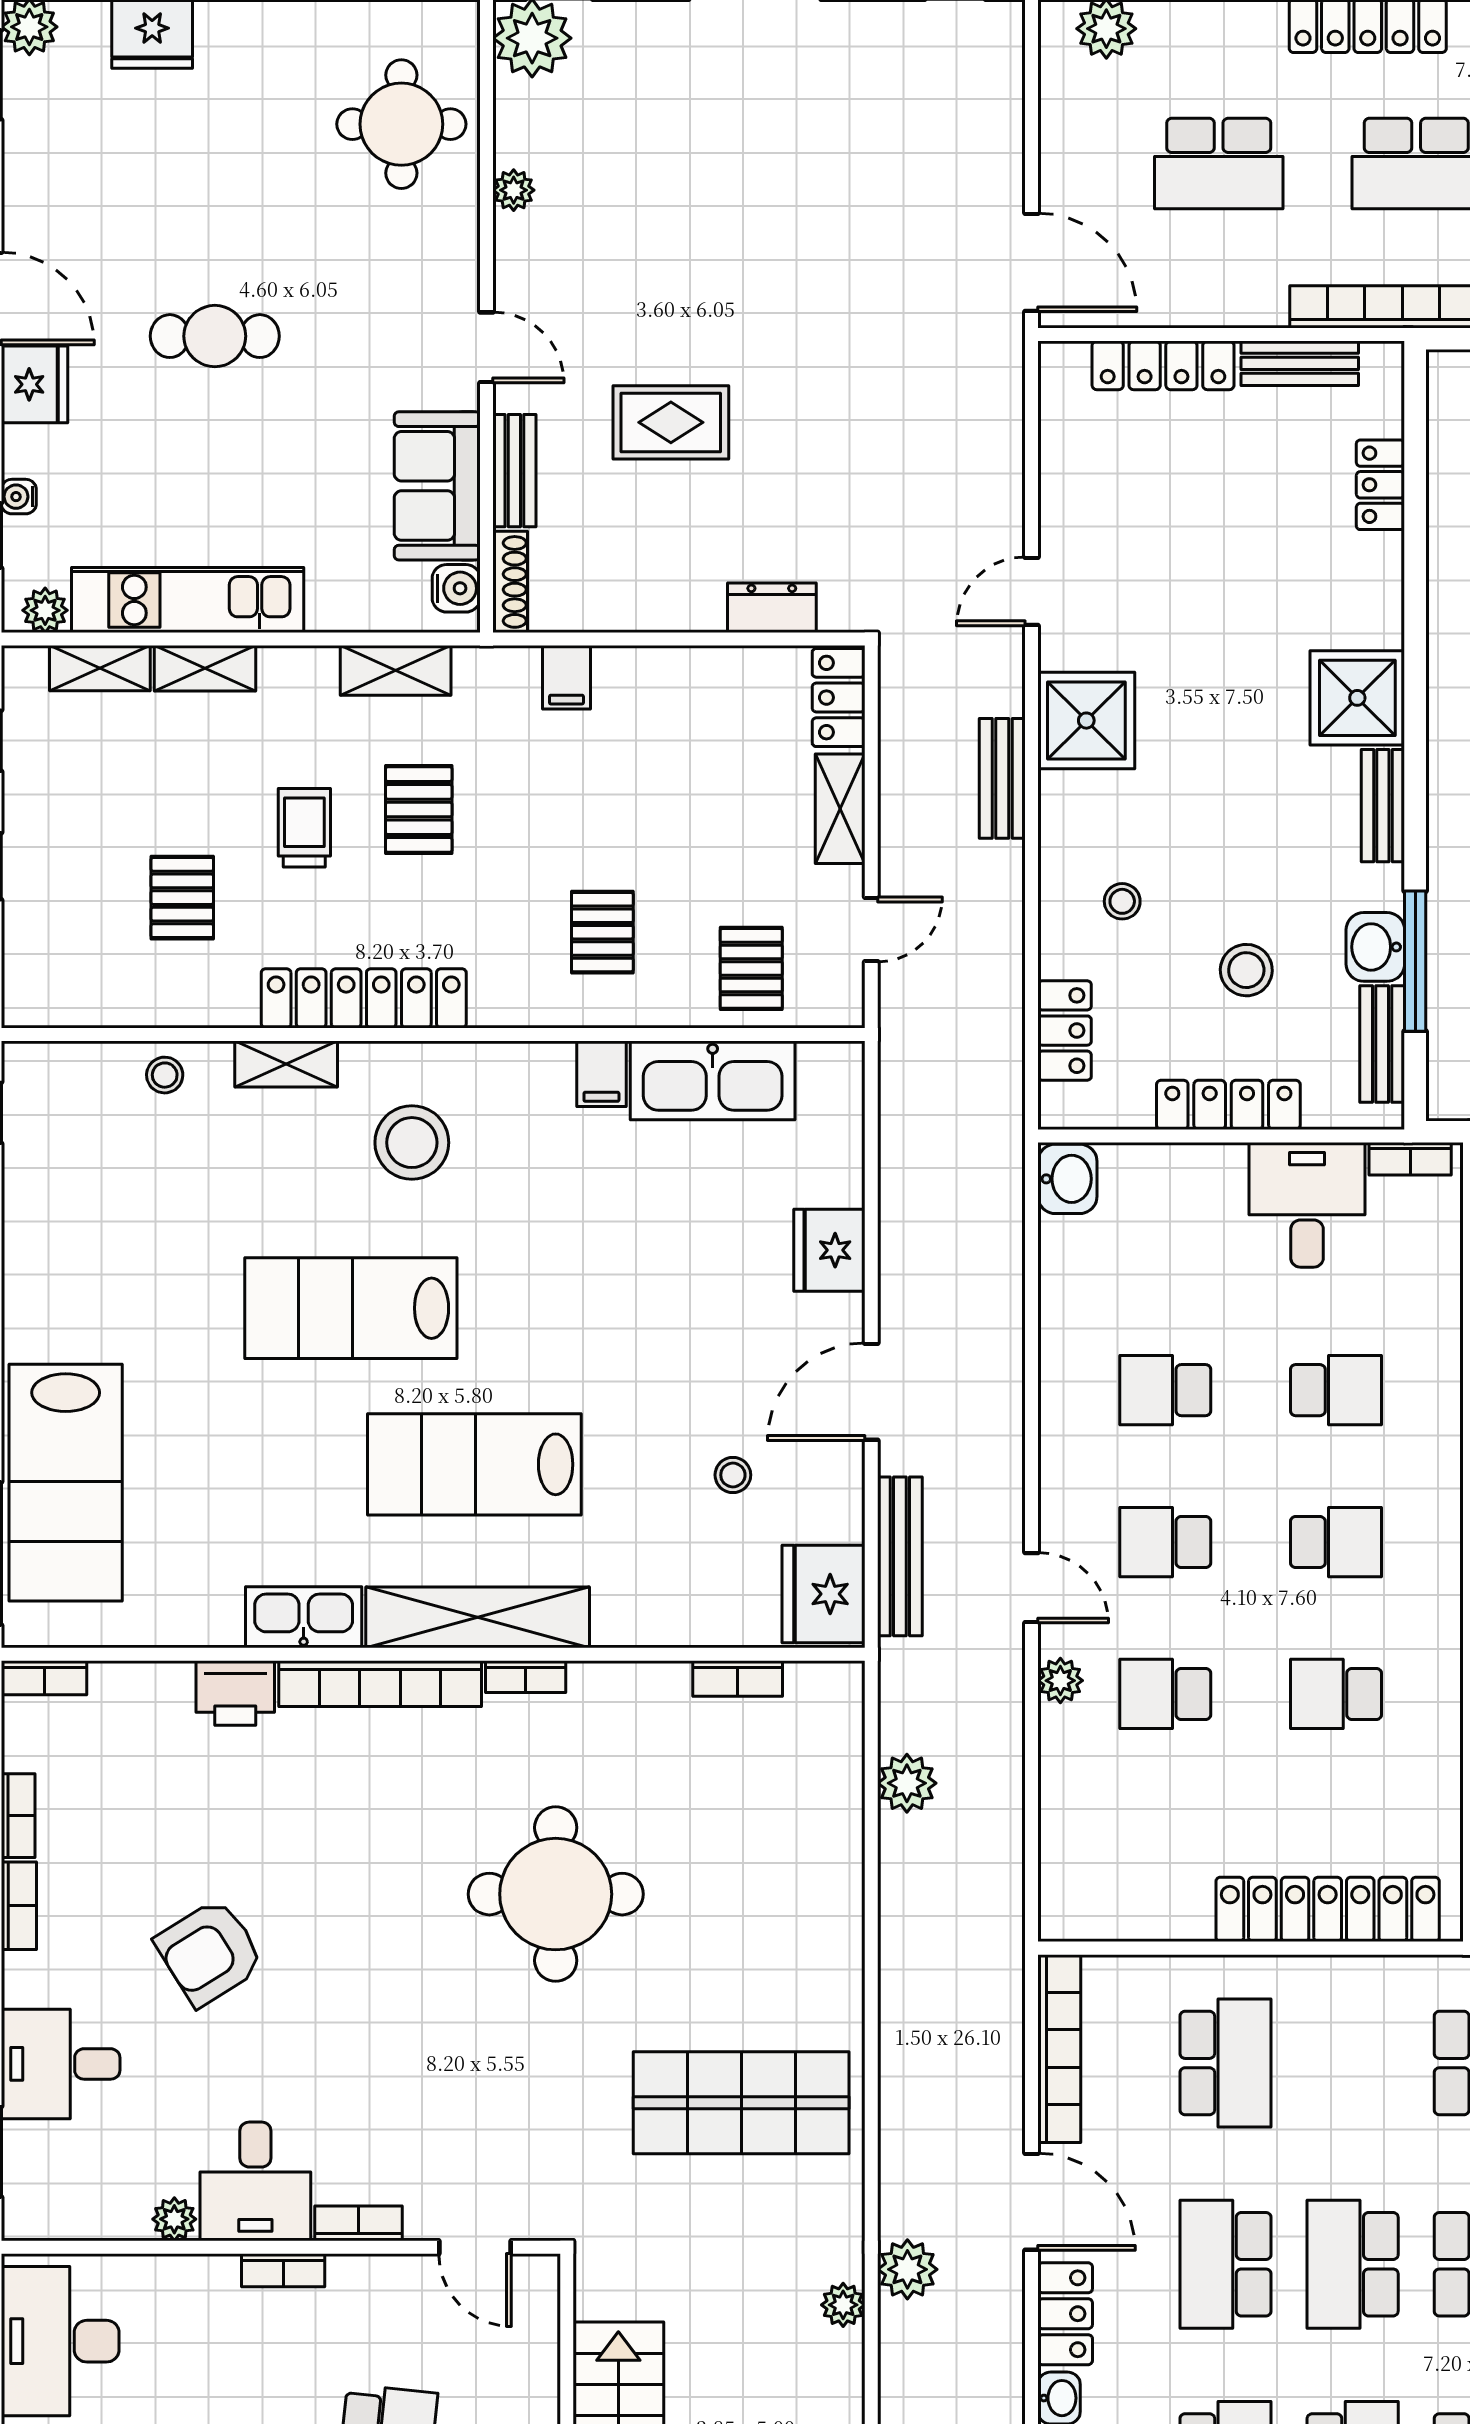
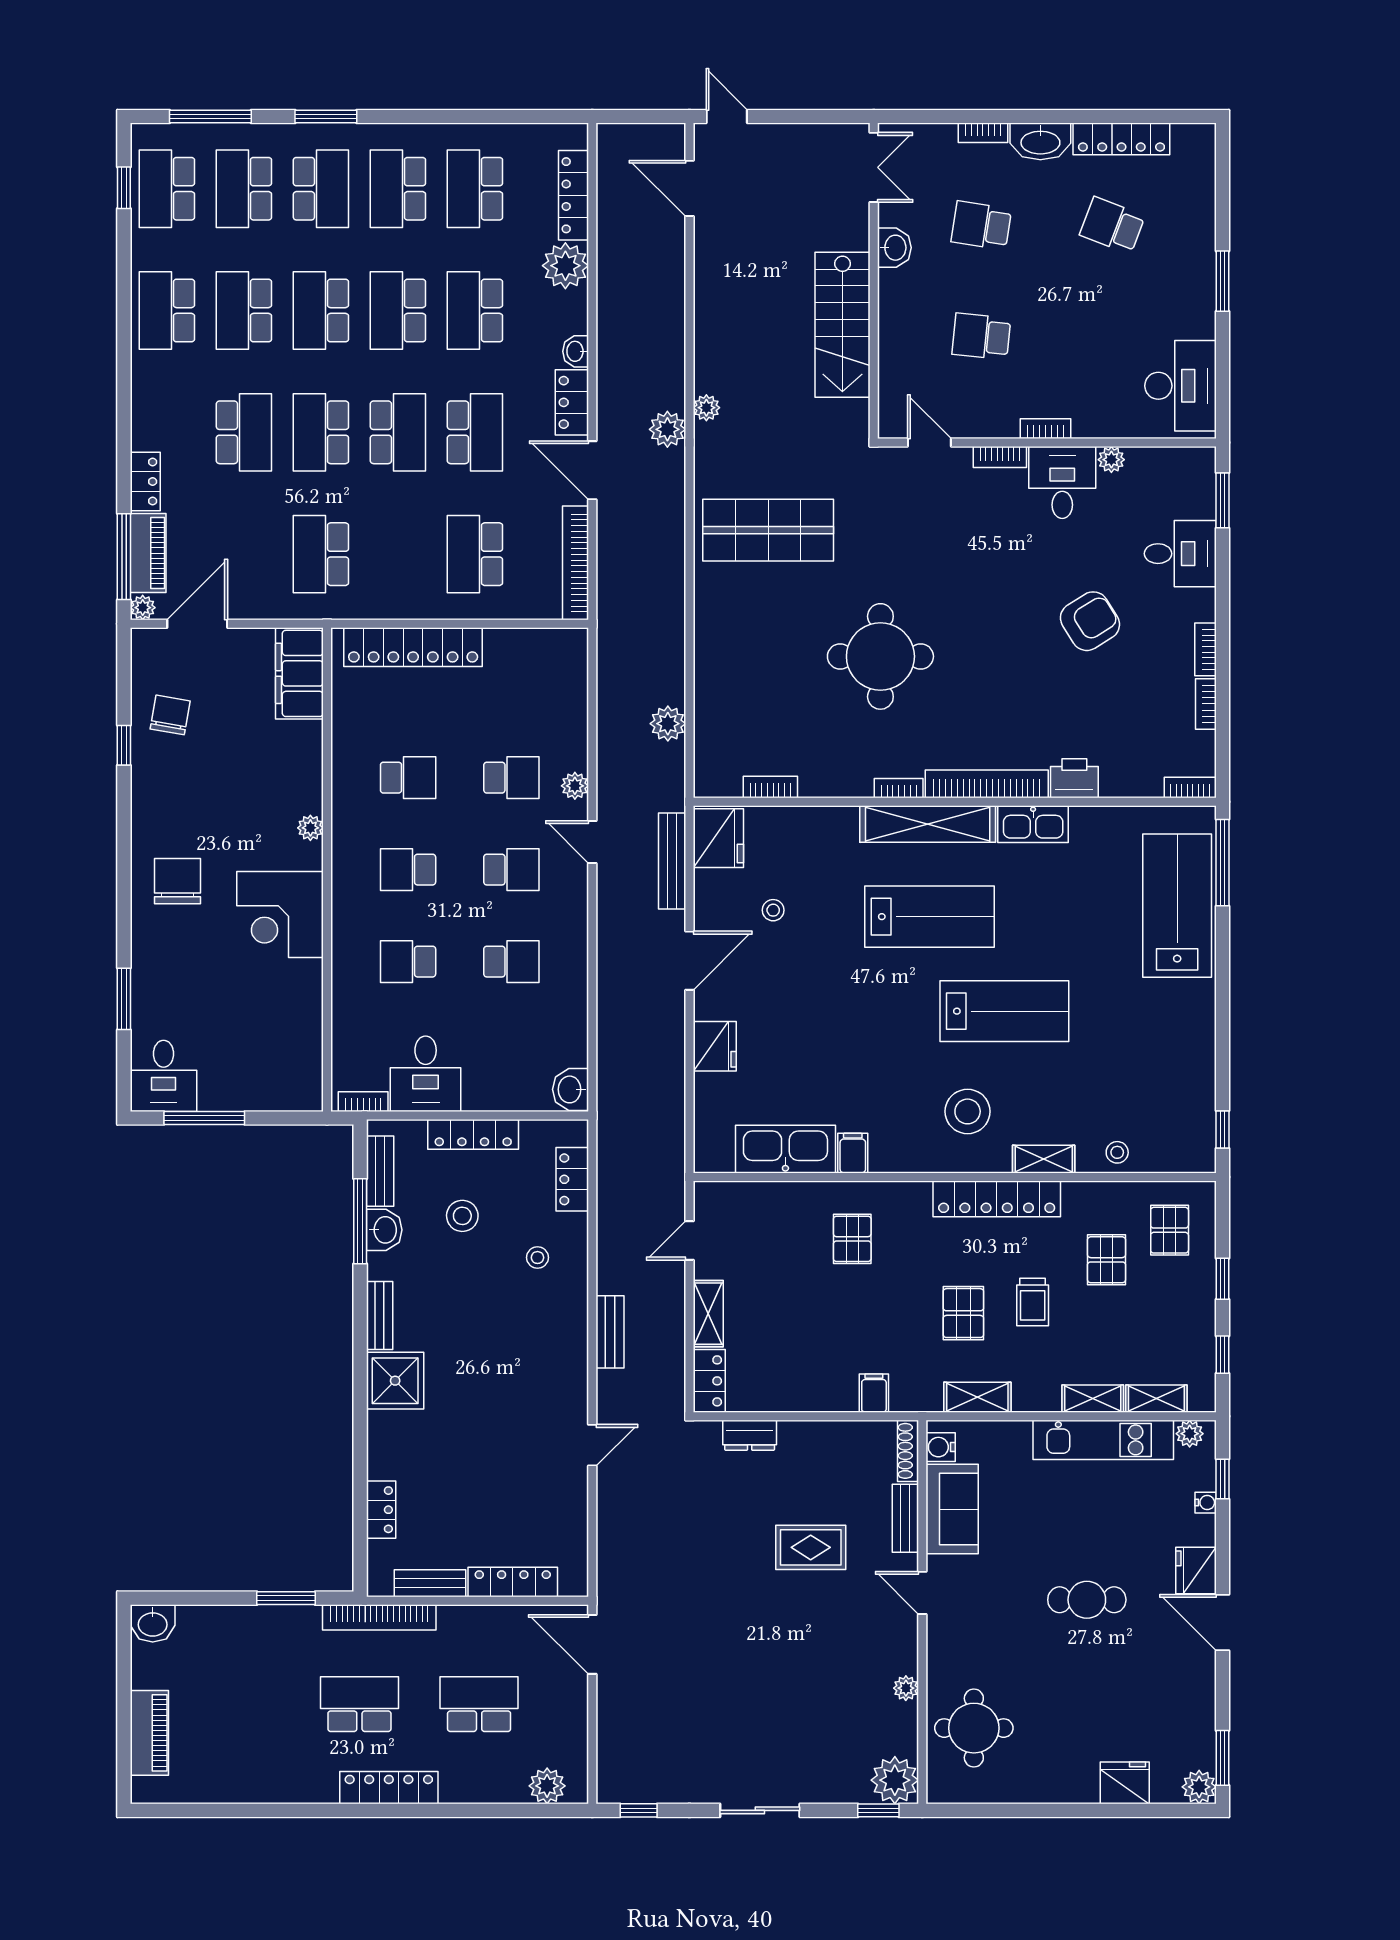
shower: (1086, 721) -> (559, 1367), removed
pallet: (751, 968) -> (1170, 1230), moved

